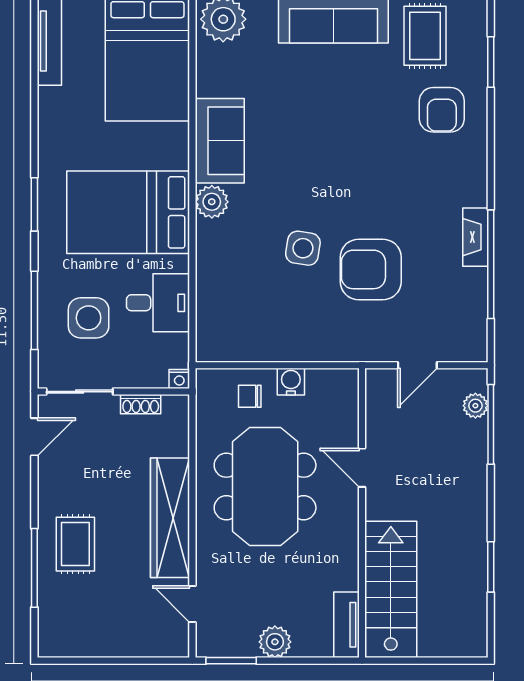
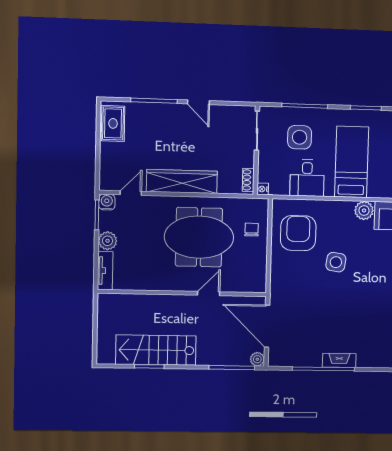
bed: (128, 212) -> (352, 162), width x0.67
armchair: (371, 269) -> (298, 233), moved
door: (417, 365) -> (267, 326), width x1.88
water cooler: (291, 382) -> (107, 202), moved, turned -90
shoe rack: (141, 404) -> (248, 180), moved
plant: (475, 406) -> (257, 359), moved
door: (34, 437) -> (198, 102), moved
rug: (75, 544) -> (113, 123), moved, turned 90
stairs: (391, 589) -> (156, 350), moved, turned 180
tv unit: (347, 625) -> (105, 271), moved, turned 90

